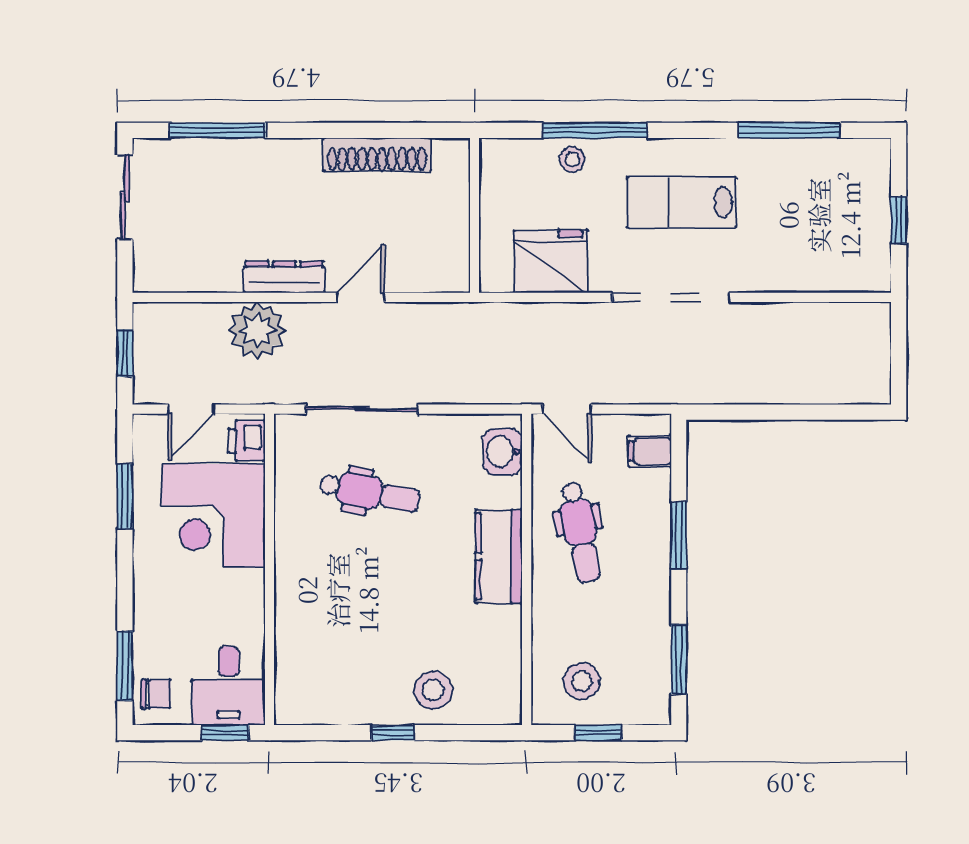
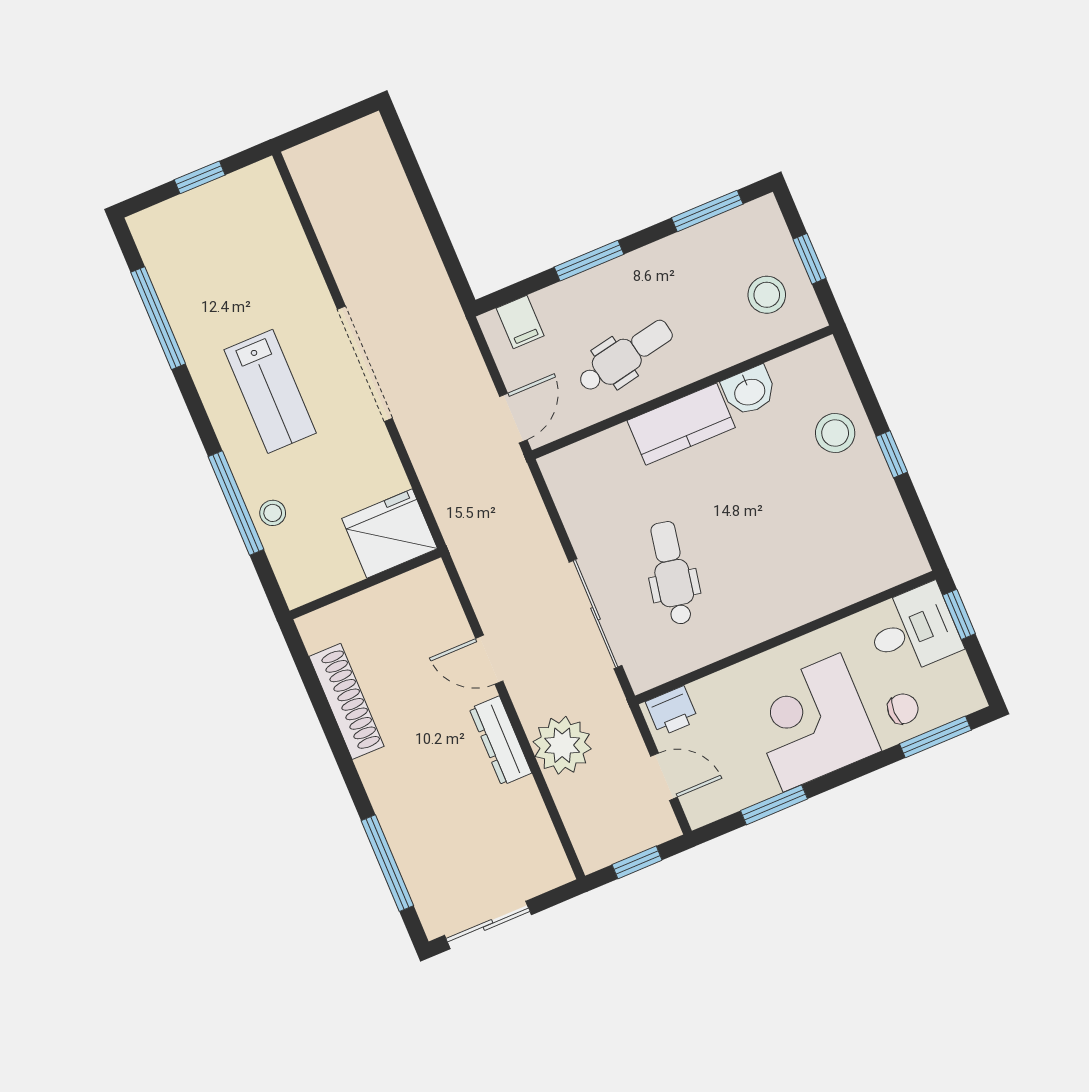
fridge: (551, 261) -> (390, 534), moved, turned 90
washbasin: (503, 452) -> (749, 391), moved
corner desk: (213, 516) -> (812, 722), moved, turned 180
chair: (156, 694) -> (903, 709), moved, turned 90

